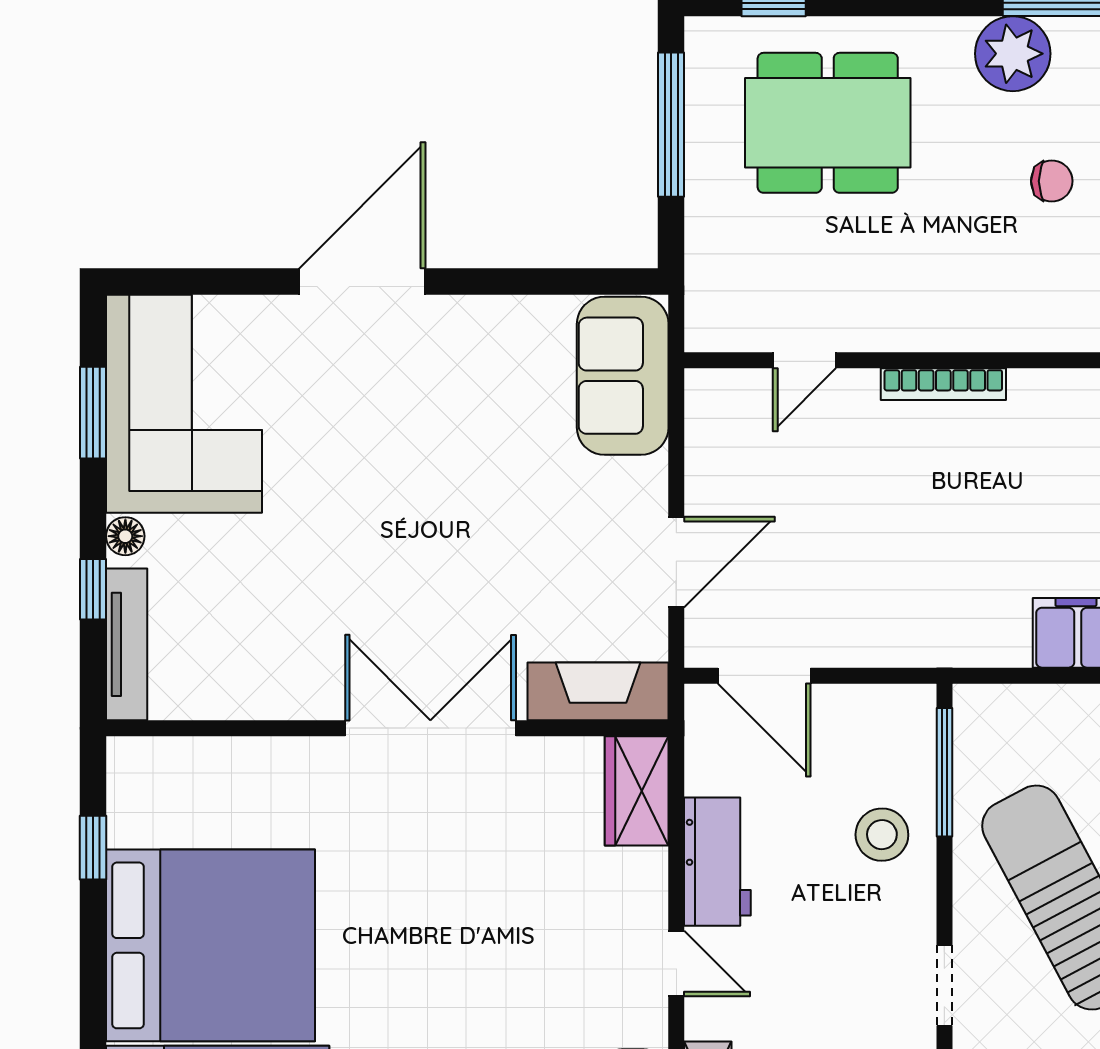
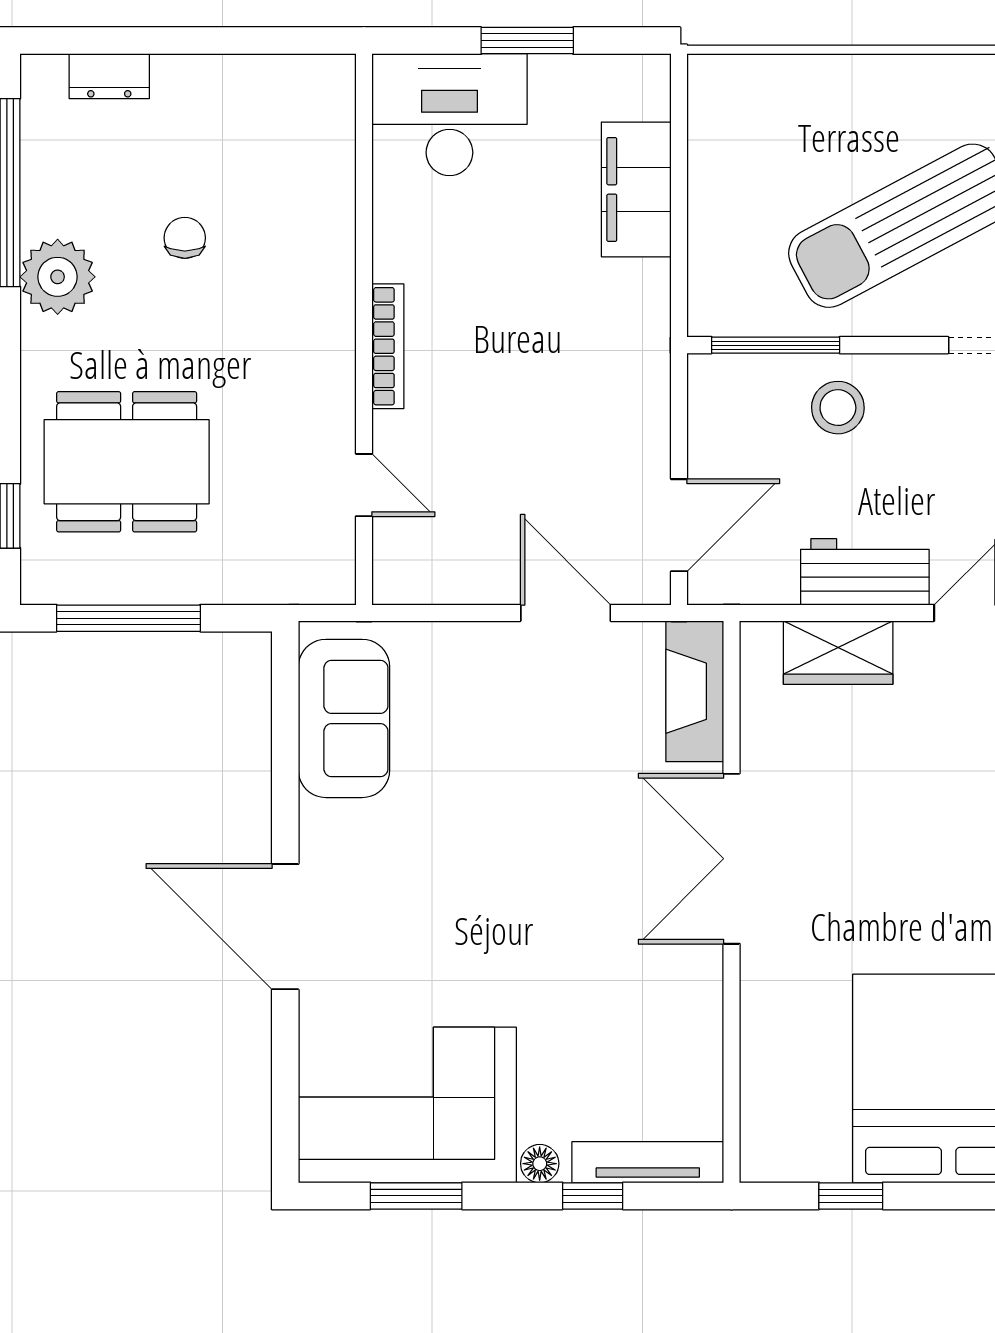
dining table: (828, 123) -> (127, 462), turned 90
sofa: (623, 376) -> (344, 718), moved, turned -90
wardrobe: (637, 791) -> (838, 653), moved

